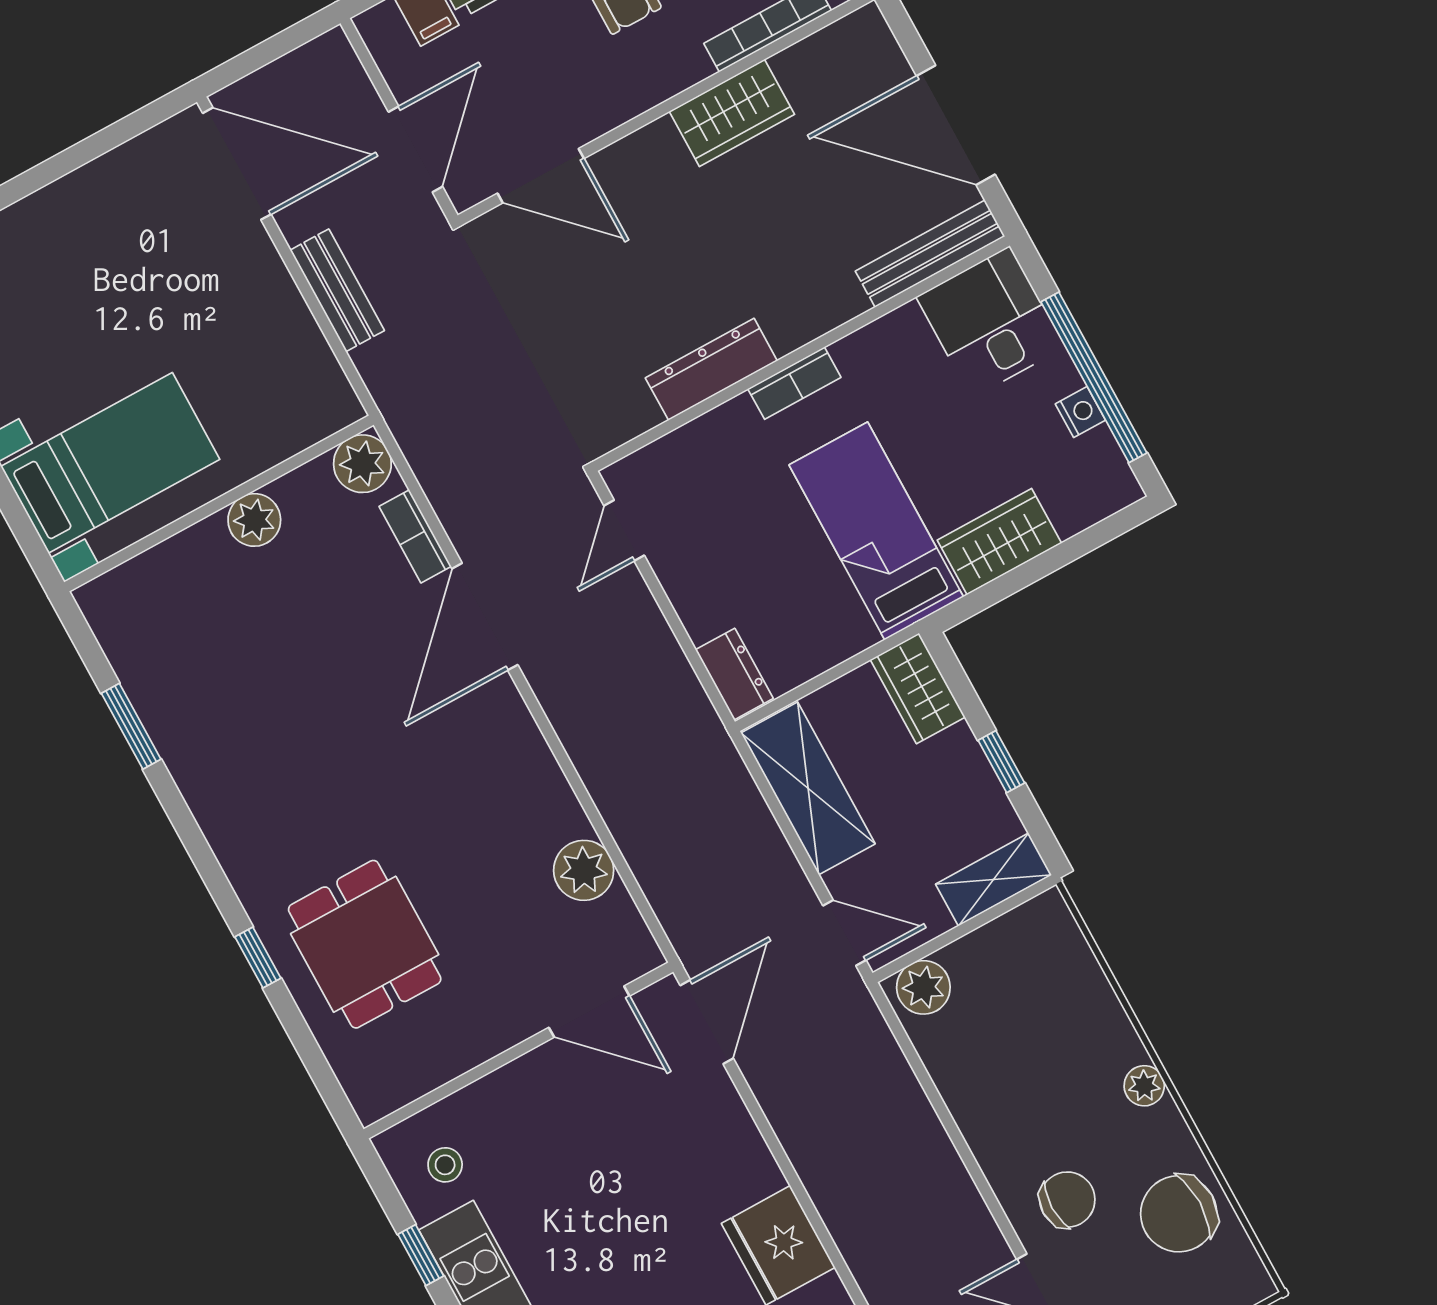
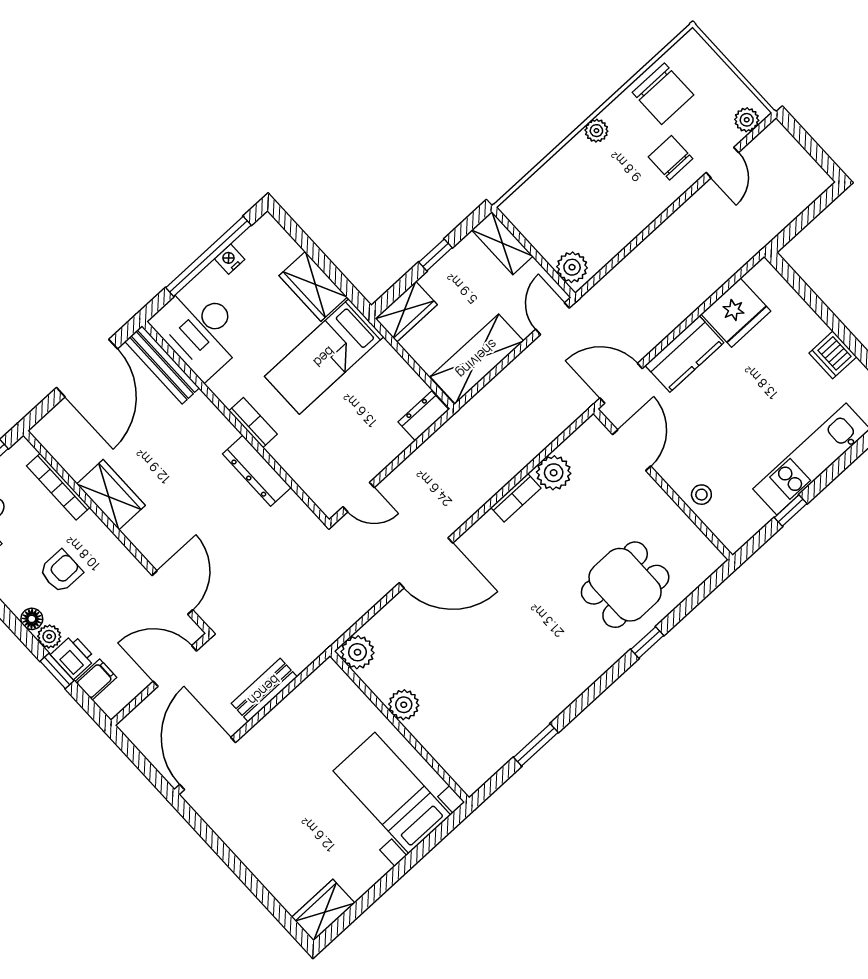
desk: (991, 322) -> (200, 330), width x1.37
bookcase: (415, 536) -> (516, 498), moved
kitchen counter: (730, 1141) -> (684, 354), added
stool: (445, 1165) -> (701, 495), moved

